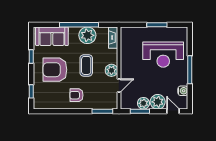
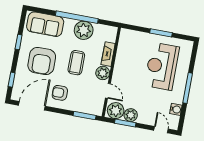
fireplace: (113, 38) -> (108, 54), moved
reception desk: (163, 55) -> (162, 66), turned 90
armchair: (55, 70) -> (42, 61), turned -91
door: (119, 86) -> (108, 91), hinge flipped
plant: (158, 102) -> (116, 111), moved
door: (54, 111) -> (32, 106), added

